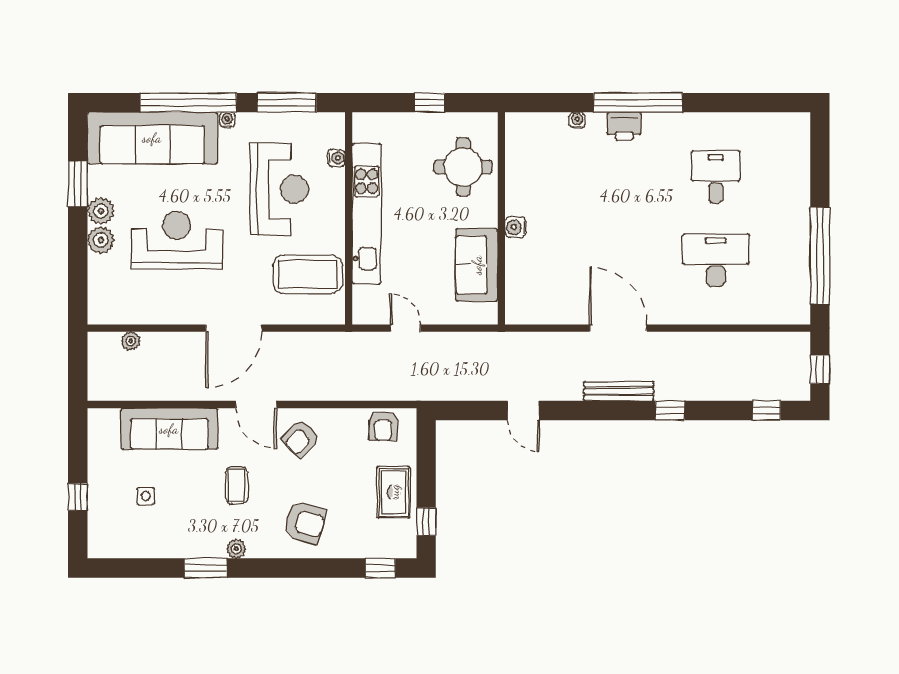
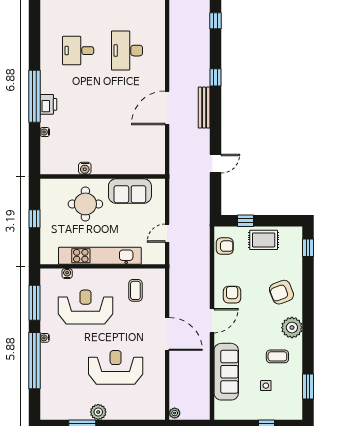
sofa: (152, 138) -> (55, 382), removed
round table: (463, 167) -> (85, 204), moved
water cooler: (515, 227) -> (85, 168), moved
plant: (101, 240) -> (115, 412), removed
reception desk: (177, 240) -> (116, 367), turned 90
coffee table: (308, 274) -> (135, 290), width x0.54, depth x0.58
plant: (131, 341) -> (175, 413), moved
armchair: (301, 439) -> (232, 295), turned -133
coffee table: (237, 485) -> (277, 356), moved
window: (426, 522) -> (245, 221), moved
armchair: (305, 523) -> (281, 292), turned -127
plant: (236, 549) -> (292, 328), width x1.88, depth x1.88
window: (206, 568) -> (308, 387), moved

